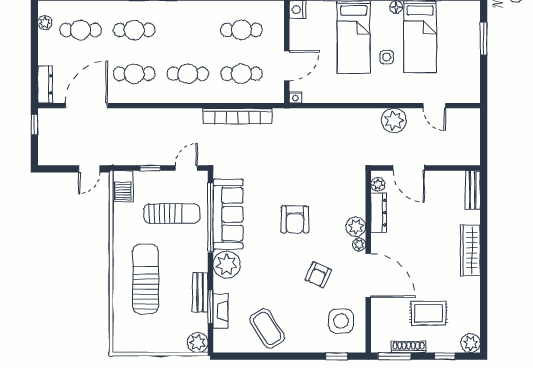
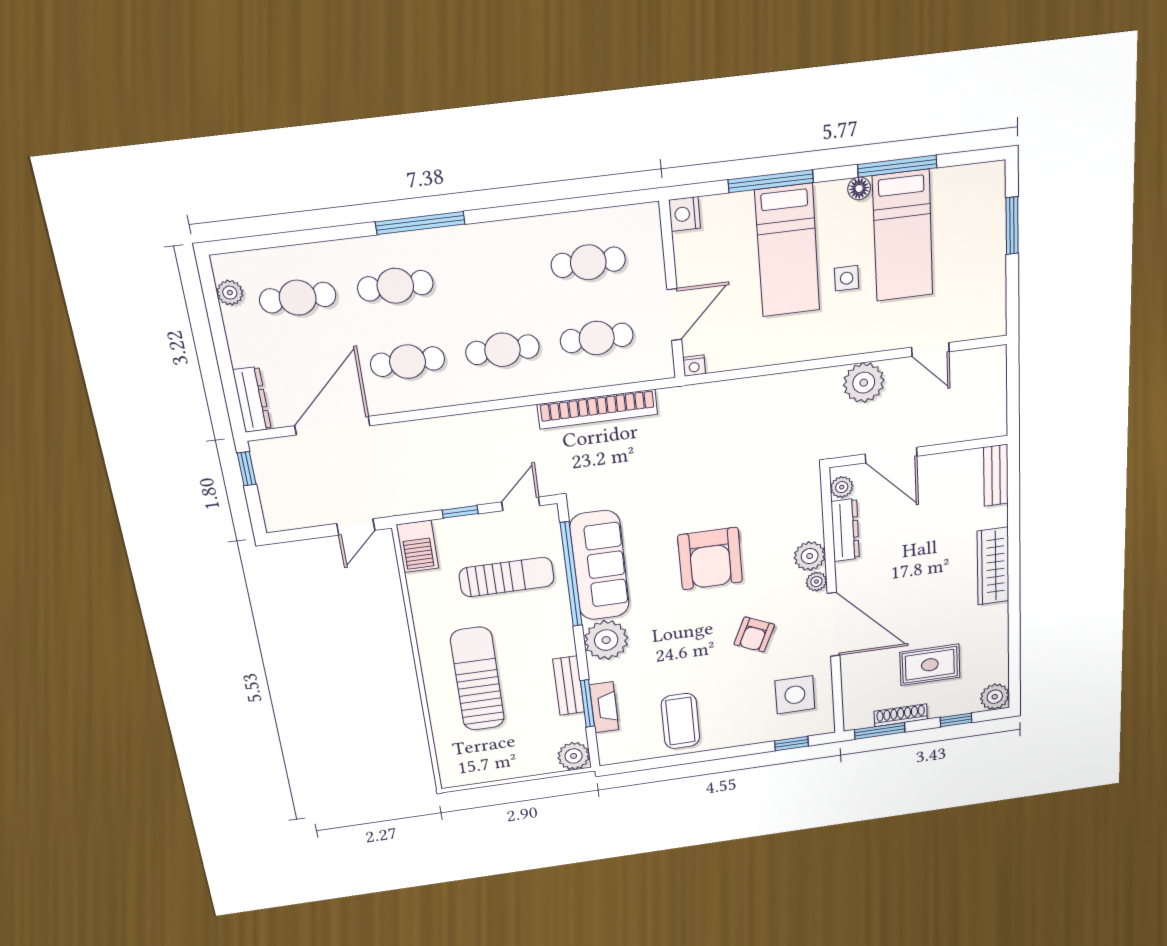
armchair: (295, 219) -> (710, 559), width x1.36, depth x1.36
coffee table: (267, 328) -> (680, 721), turned 32

